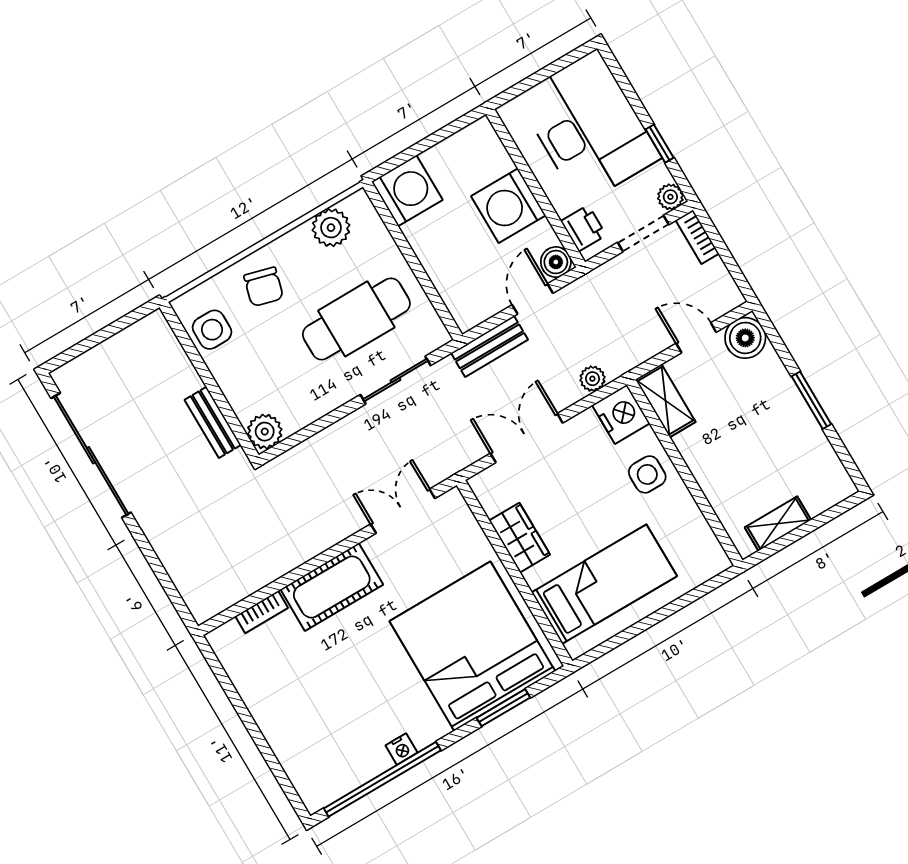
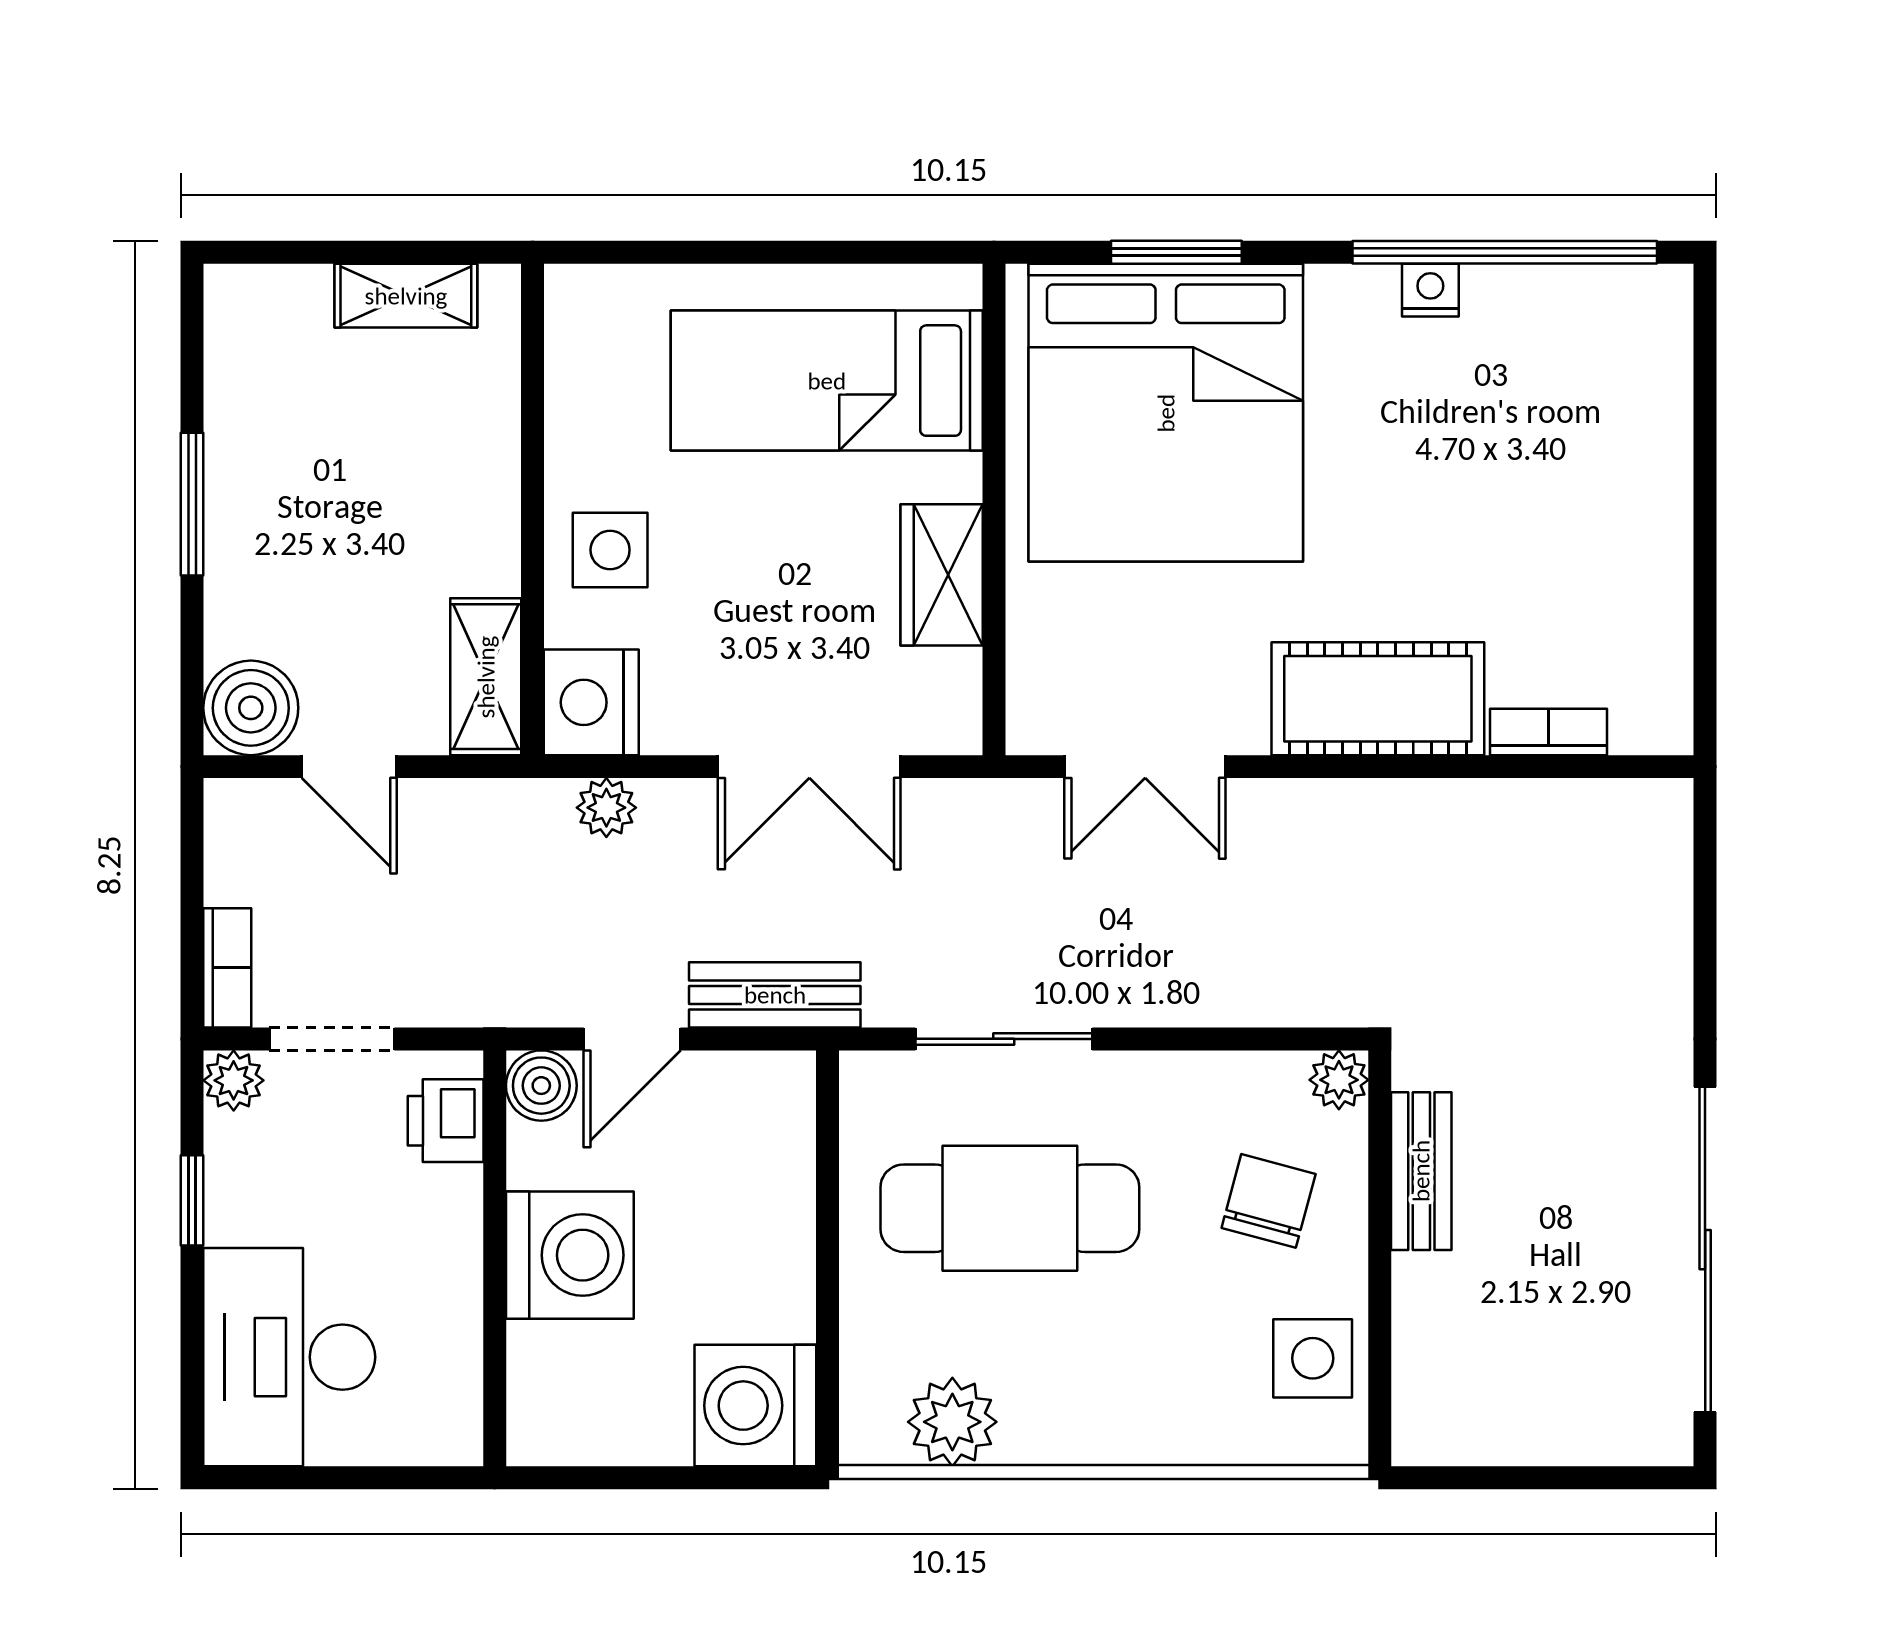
desk: (589, 127) -> (289, 1357), width x0.73, depth x0.77
chair: (264, 287) -> (1269, 1201), moved
plant: (265, 432) -> (1339, 1080), width x0.73, depth x0.73

